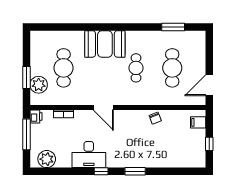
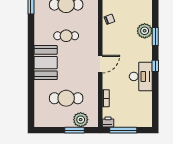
plant: (47, 159) -> (145, 31), moved

